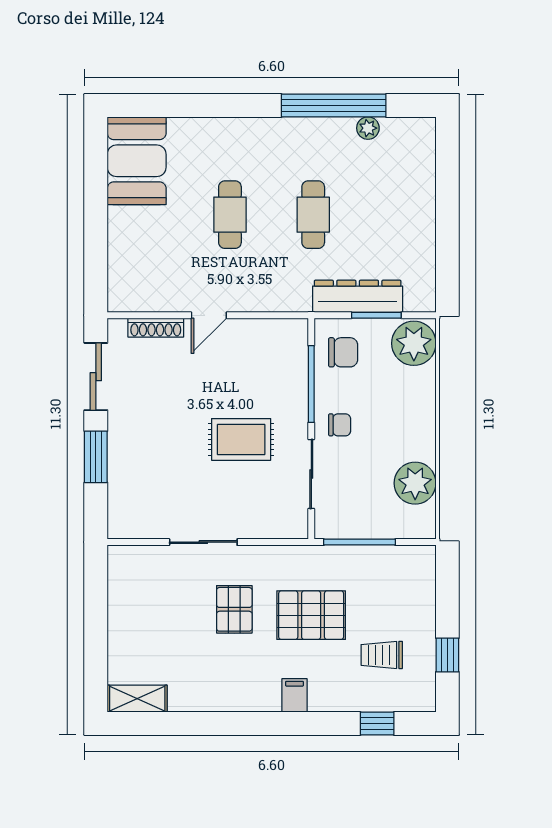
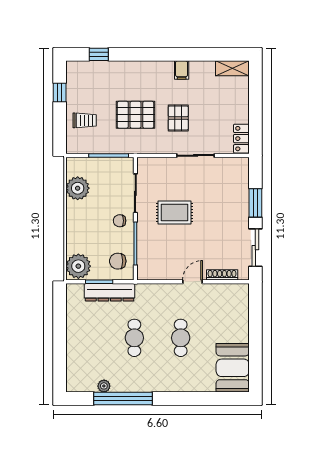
locker: (121, 572) -> (241, 139), added
trolley: (382, 655) -> (85, 120), moved
filing cabinet: (294, 695) -> (182, 70), moved

